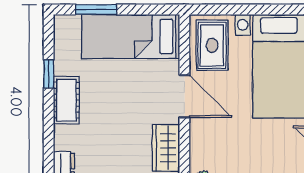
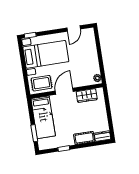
cot: (66, 100) -> (84, 138), moved

